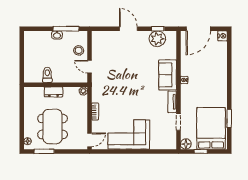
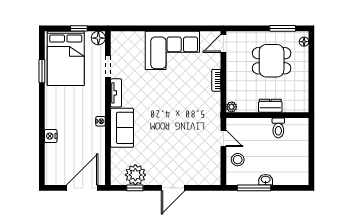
door: (128, 29) -> (173, 188), hinge flipped
nightstand: (222, 36) -> (51, 136), moved
dining table: (52, 127) -> (272, 61), width x0.73

